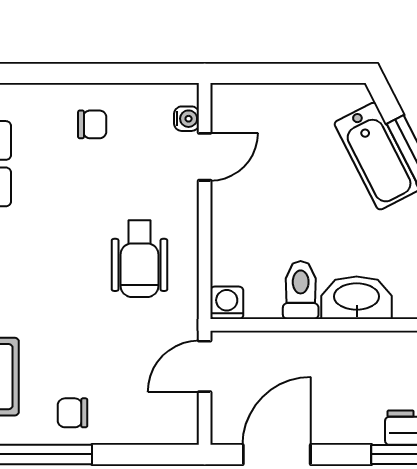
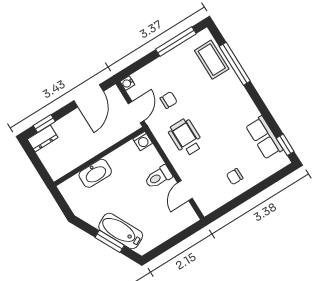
water cooler: (187, 119) -> (127, 83), moved
toilet: (301, 290) -> (158, 177), moved, turned 90
chair: (73, 413) -> (169, 100), moved

